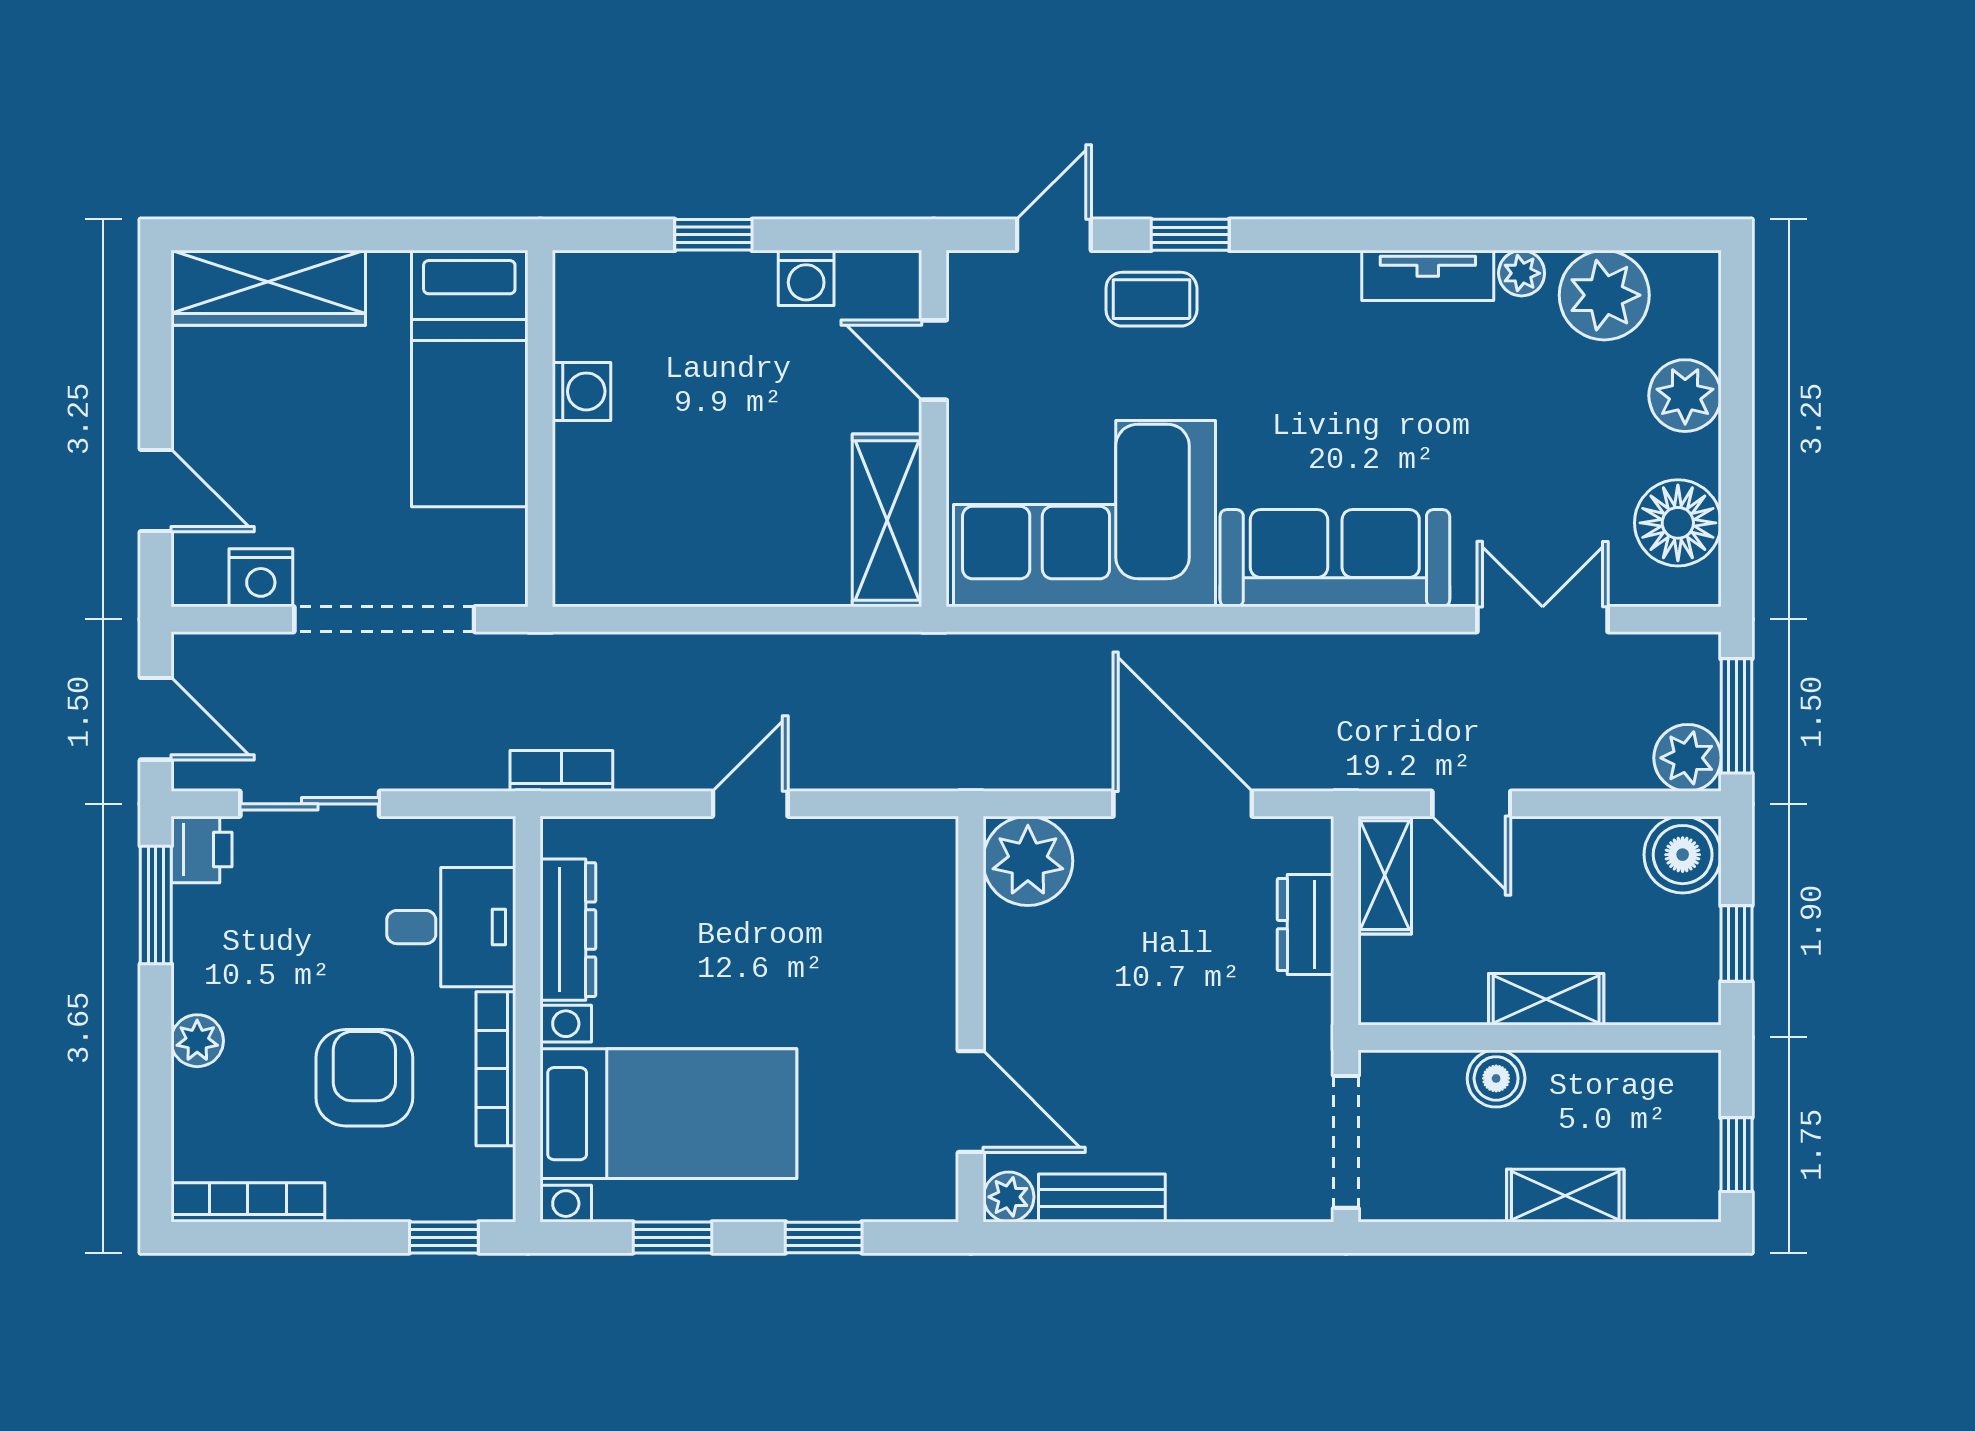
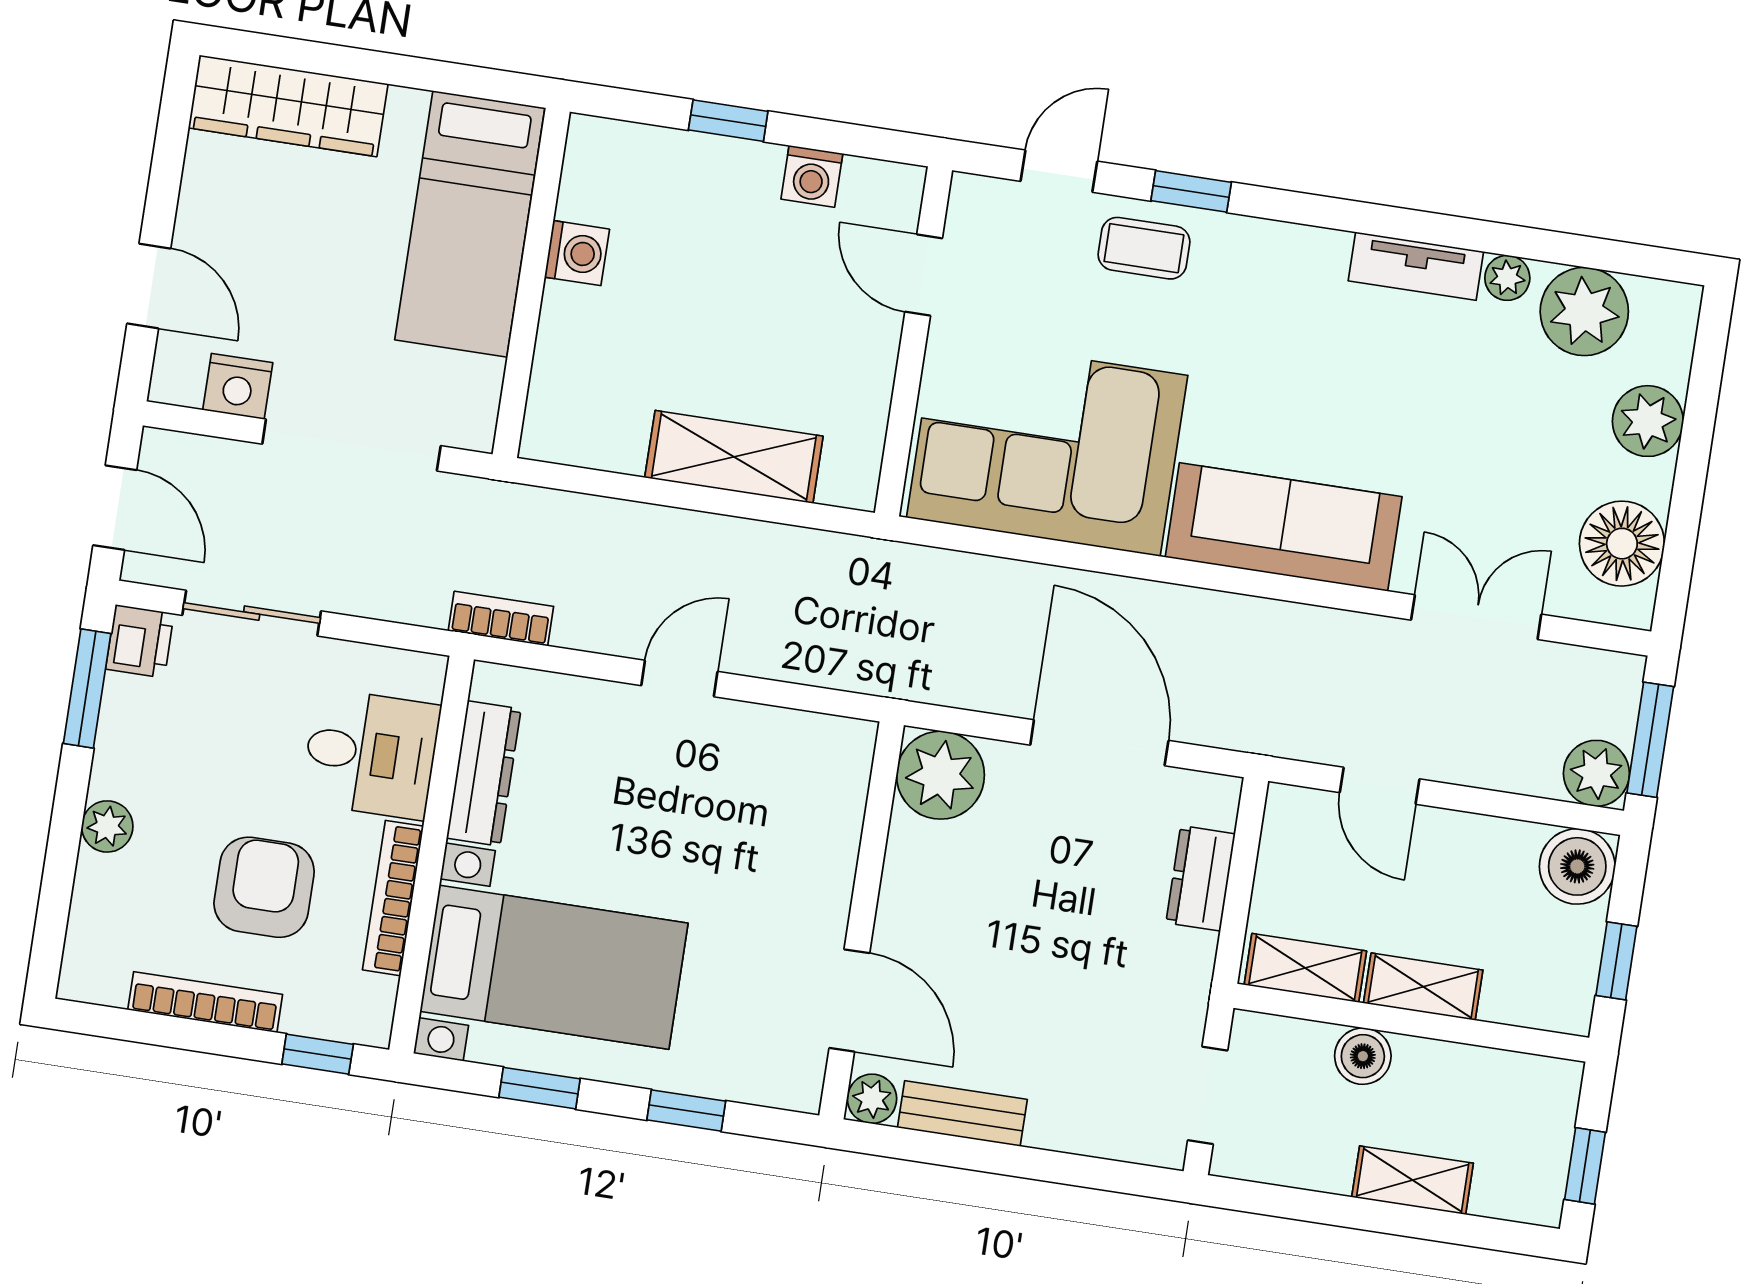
shelving: (887, 520) -> (734, 457), moved, turned 90
shelving: (1385, 875) -> (1305, 968), moved, turned 90
doorway: (1346, 1142) -> (1208, 1095), width x0.73
bookcase: (248, 1202) -> (205, 1002), moved

